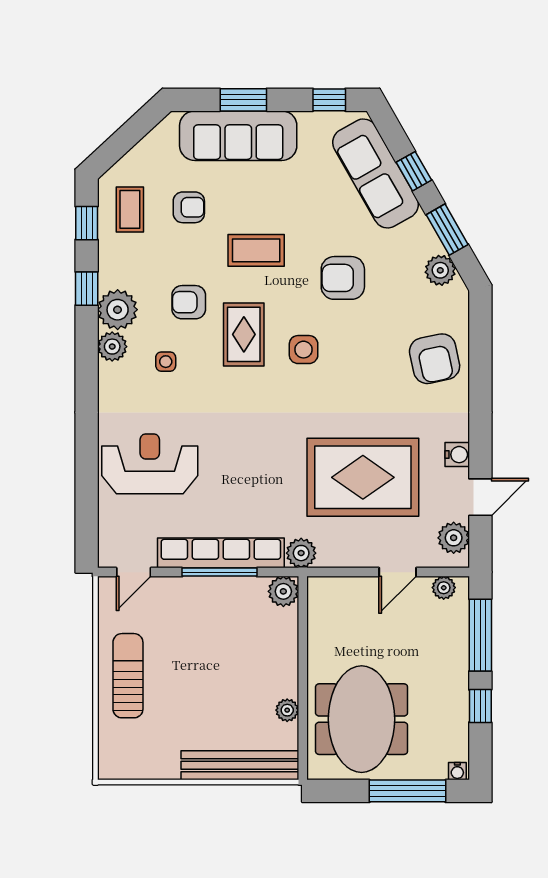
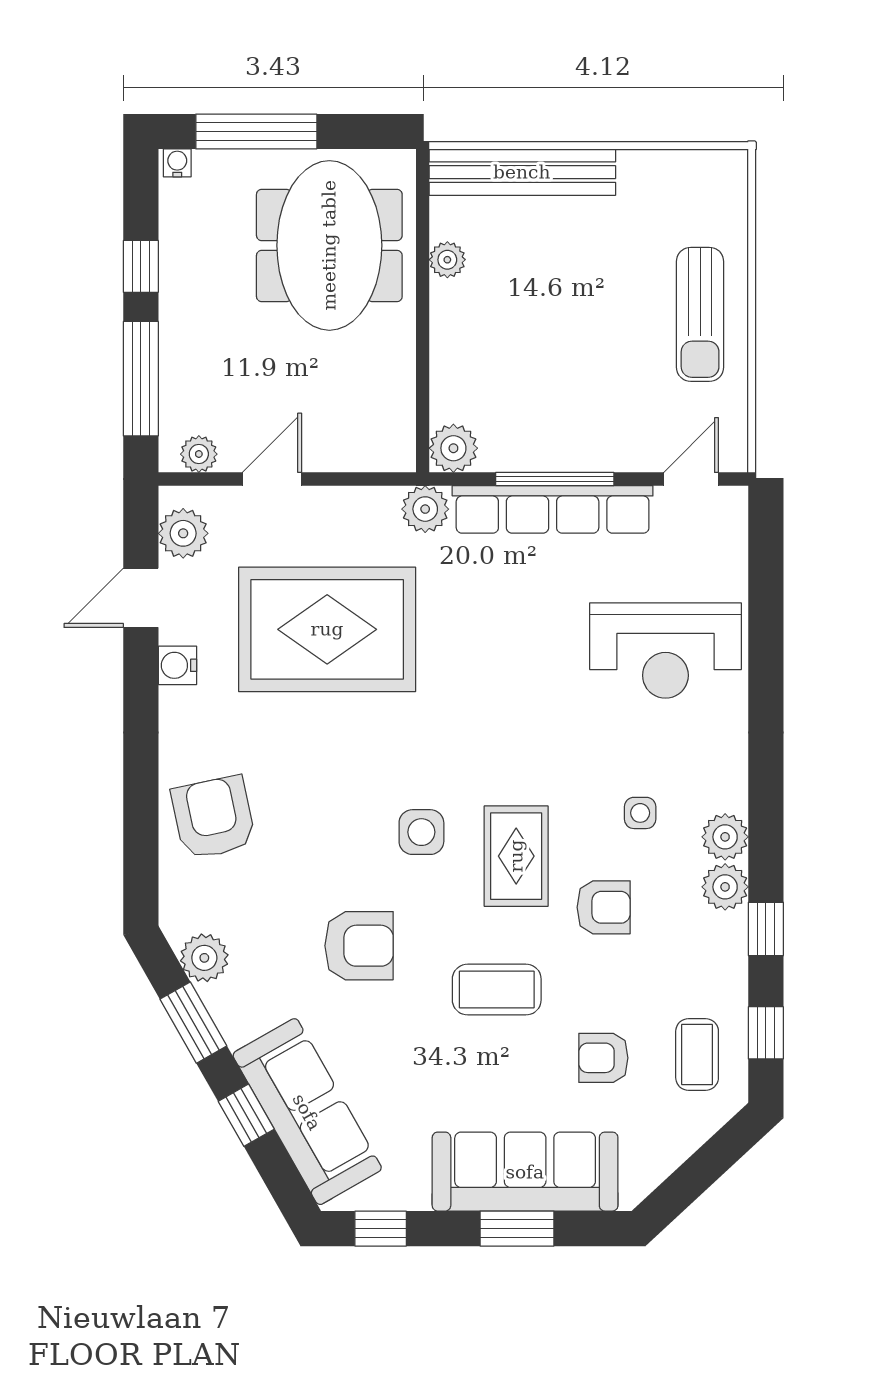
plant: (118, 310) -> (725, 887), width x0.73, depth x0.73

